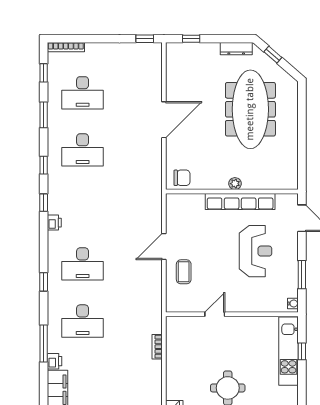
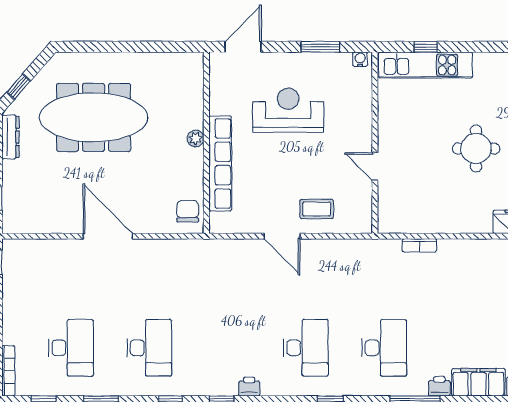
row of seats: (240, 201) -> (220, 163), moved

